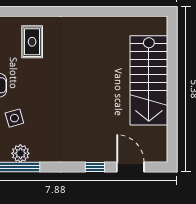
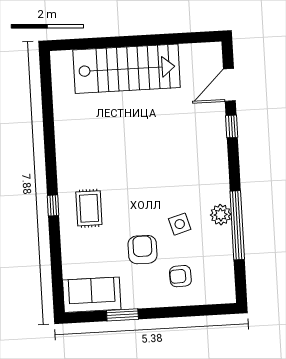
window: (36, 11) -> (53, 205), added
rug: (32, 42) -> (89, 208), turned 90

